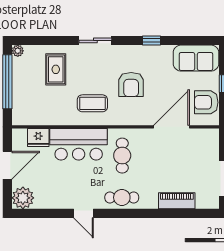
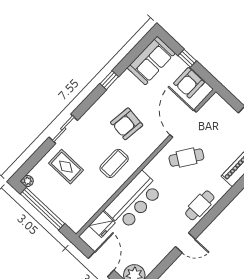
sliding door: (95, 40) -> (63, 129), moved
armchair: (131, 85) -> (127, 124), turned 97
cafe table: (122, 156) -> (186, 158), moved, turned -56

